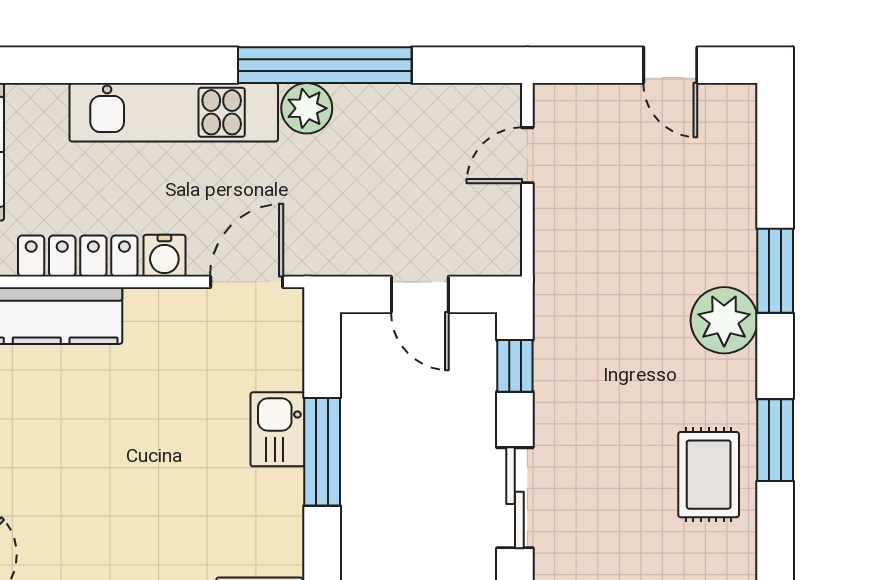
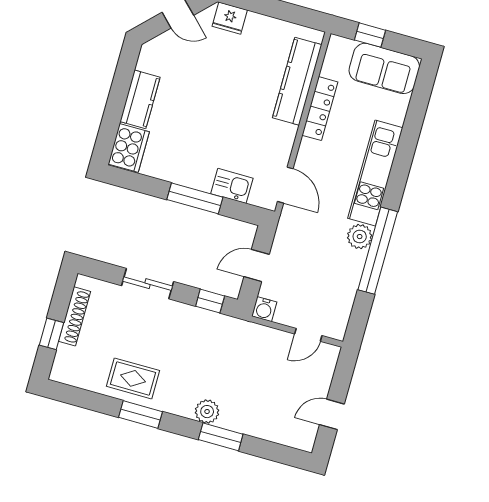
door: (527, 155) -> (308, 335), swing flipped
water cooler: (164, 256) -> (264, 309), moved, turned -90
plant: (724, 320) -> (207, 412), width x0.73, depth x0.73
kitchen sink: (277, 429) -> (232, 186), moved

